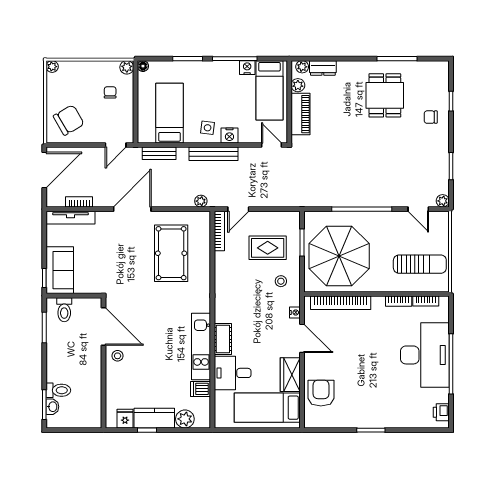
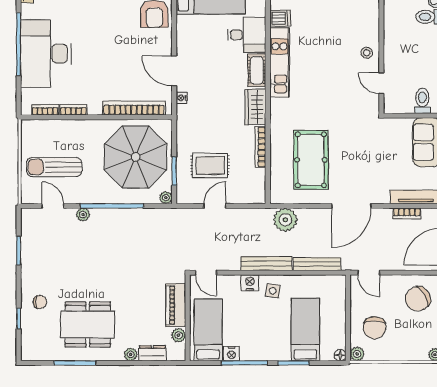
plant: (302, 67) -> (131, 354), moved
chair: (110, 92) -> (374, 328), width x1.87, depth x1.87
dining table: (385, 95) -> (88, 325), width x1.37
bed: (170, 113) -> (305, 330), moved, turned 180
door: (116, 145) -> (369, 273), swing flipped
bench: (159, 153) -> (317, 264), width x1.36
plant: (201, 201) -> (285, 220), width x1.88, depth x1.88
plant: (443, 201) -> (83, 214), moved
door: (238, 209) -> (215, 206), moved
plant: (310, 217) -> (166, 198), added
bookcase: (219, 231) -> (260, 147), moved
sun lounger: (420, 264) -> (54, 167), moved
stool: (281, 281) -> (196, 131), removed
door: (103, 326) -> (381, 83), width x0.53
wardrobe: (290, 375) -> (255, 107), moved, turned 180

